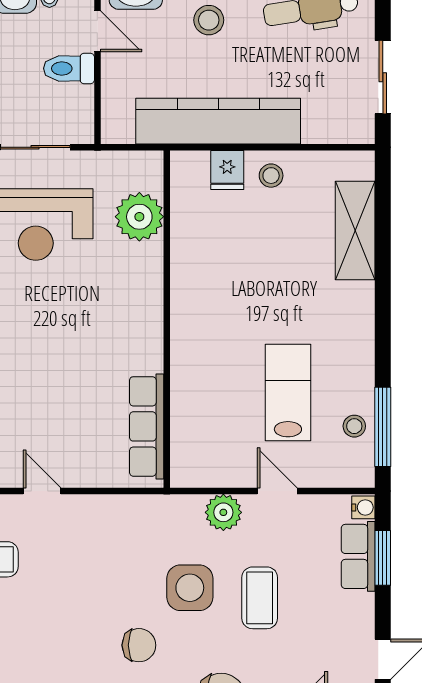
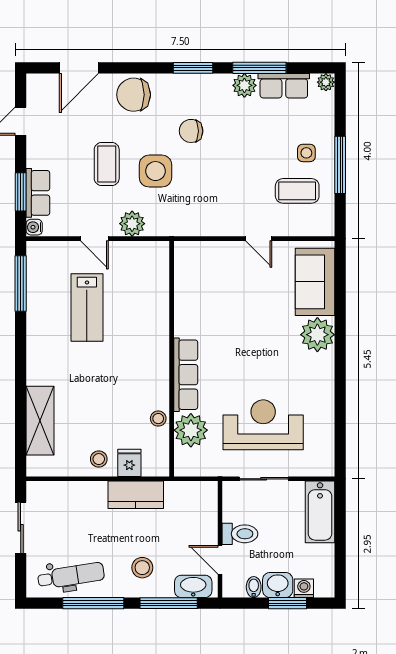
kitchen counter: (218, 121) -> (136, 495), width x0.48, depth x0.86
row of seats: (147, 426) -> (186, 375), moved
stool: (354, 426) -> (158, 419), moved

